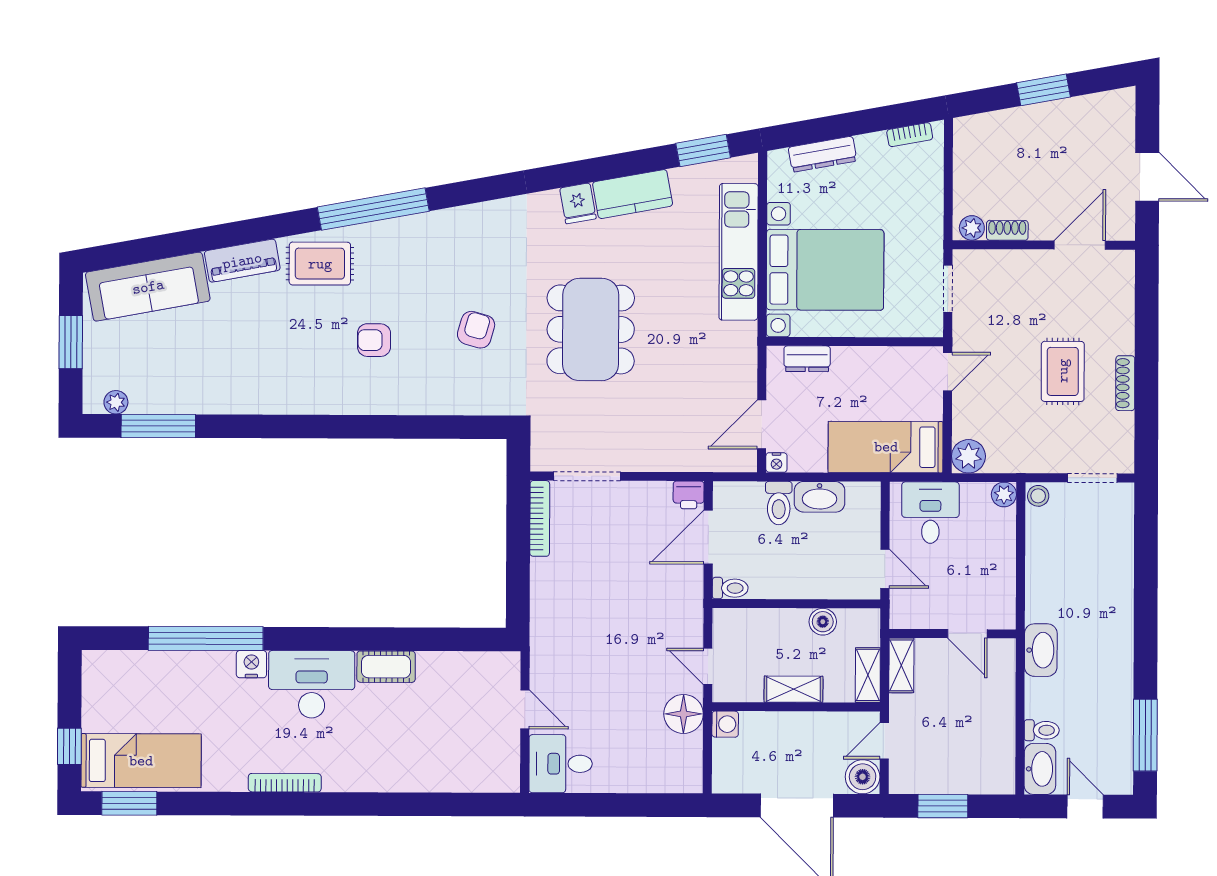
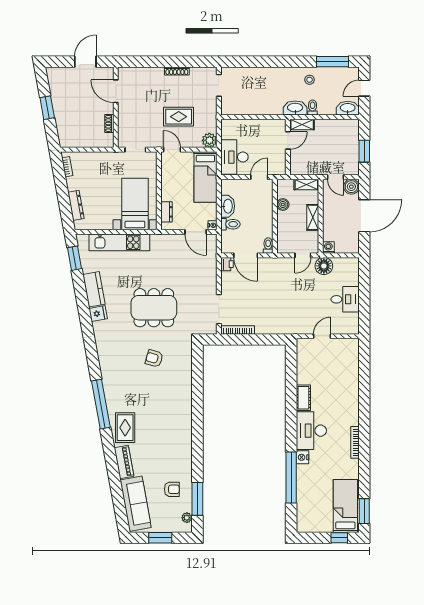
plant: (972, 228) -> (108, 139), removed
bed with nightstands: (825, 270) -> (135, 204), width x0.73
armchair: (374, 340) -> (172, 489), moved, turned -90
rug: (1063, 371) -> (179, 117), moved
plant: (1004, 495) -> (226, 125), removed
stool: (1038, 496) -> (310, 80), moved
desk: (930, 513) -> (234, 157), width x1.37
shelving: (901, 665) -> (302, 124), moved
toilet: (1042, 730) -> (313, 107), moved
desk: (561, 764) -> (345, 299), moved, turned -90

